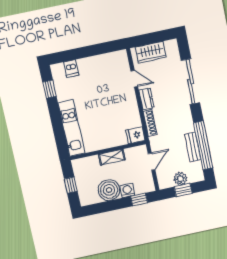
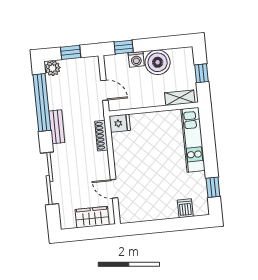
dresser: (146, 99) -> (103, 164), removed
bench: (193, 147) -> (57, 127), moved
shelving: (112, 157) -> (180, 98), moved
door: (152, 162) -> (104, 90), swing flipped
plant: (180, 179) -> (52, 68), moved

